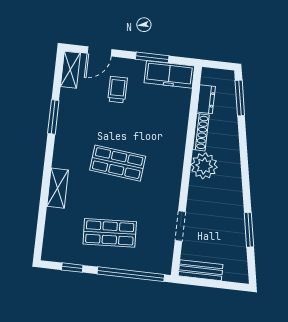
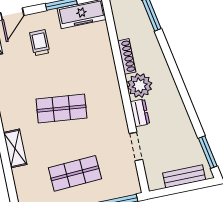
dresser: (206, 99) -> (140, 113), moved
window: (249, 230) -> (208, 152), moved
bench: (201, 270) -> (184, 176), moved

